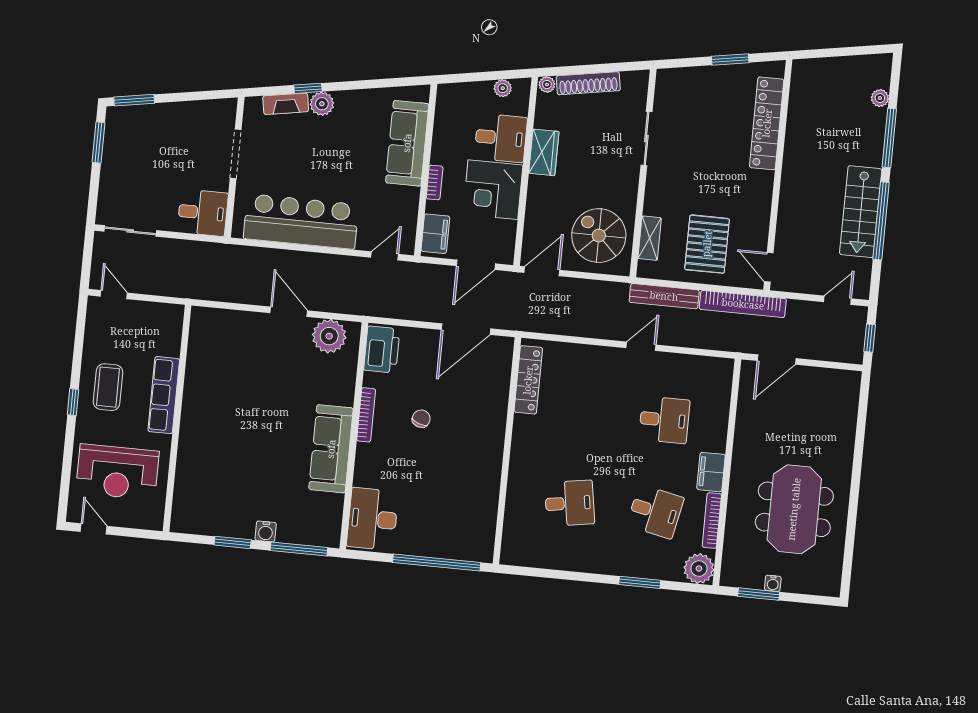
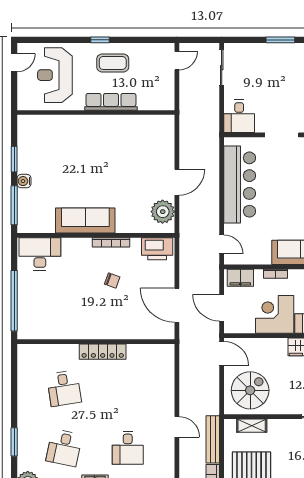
locker: (528, 380) -> (103, 352), moved

